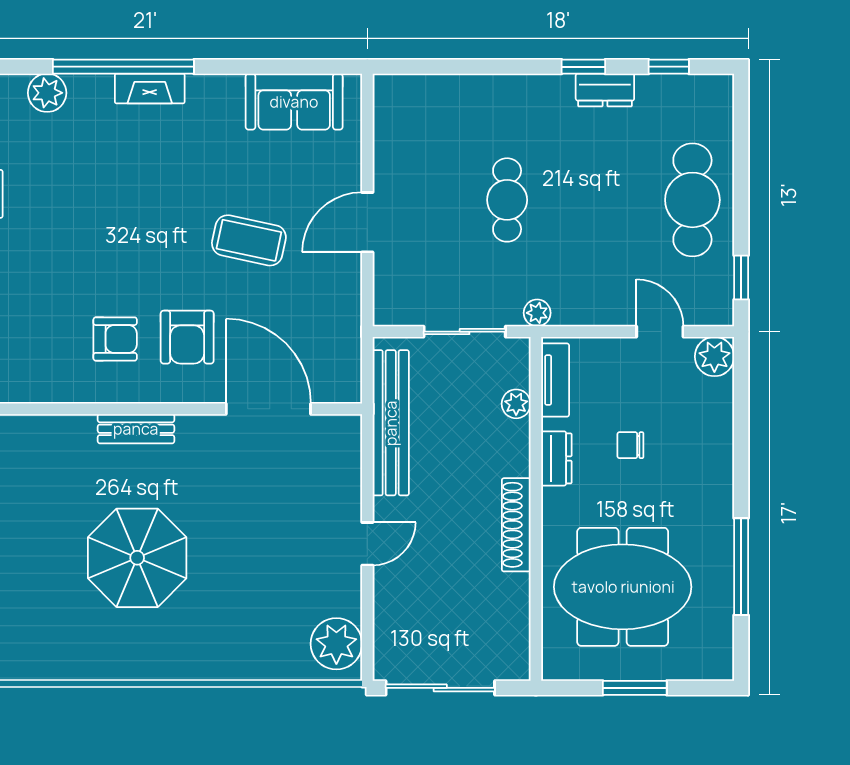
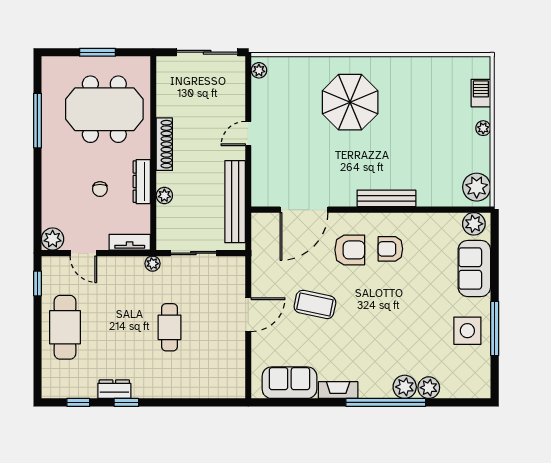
fireplace: (150, 88) -> (338, 390), moved
plant: (90, 94) -> (405, 387), added
armchair: (187, 337) -> (350, 250), turned 90
tv unit: (555, 380) -> (130, 242), moved, turned 90
plant: (516, 404) -> (164, 196), moved
door: (268, 409) -> (304, 210), hinge flipped
bench: (136, 429) -> (386, 198), width x1.36
chair: (630, 445) -> (100, 189), turned 90
dresser: (556, 458) -> (142, 182), width x1.44
parasol: (137, 558) -> (350, 102), moved
plant: (336, 644) -> (259, 70), width x0.53, depth x0.53

